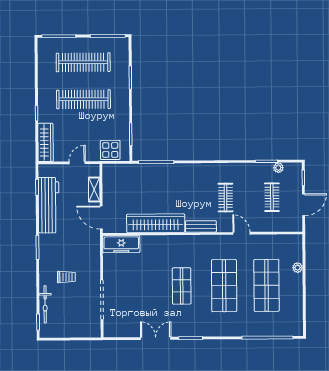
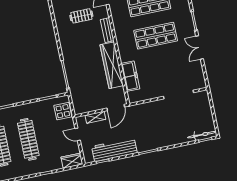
wardrobe: (45, 142) -> (72, 161), width x0.67
freezer: (121, 244) -> (130, 76), moved
trolley: (66, 277) -> (166, 125), removed
shop shelf: (182, 286) -> (156, 36), width x1.43, depth x1.36
bicycle: (45, 304) -> (202, 135), moved

